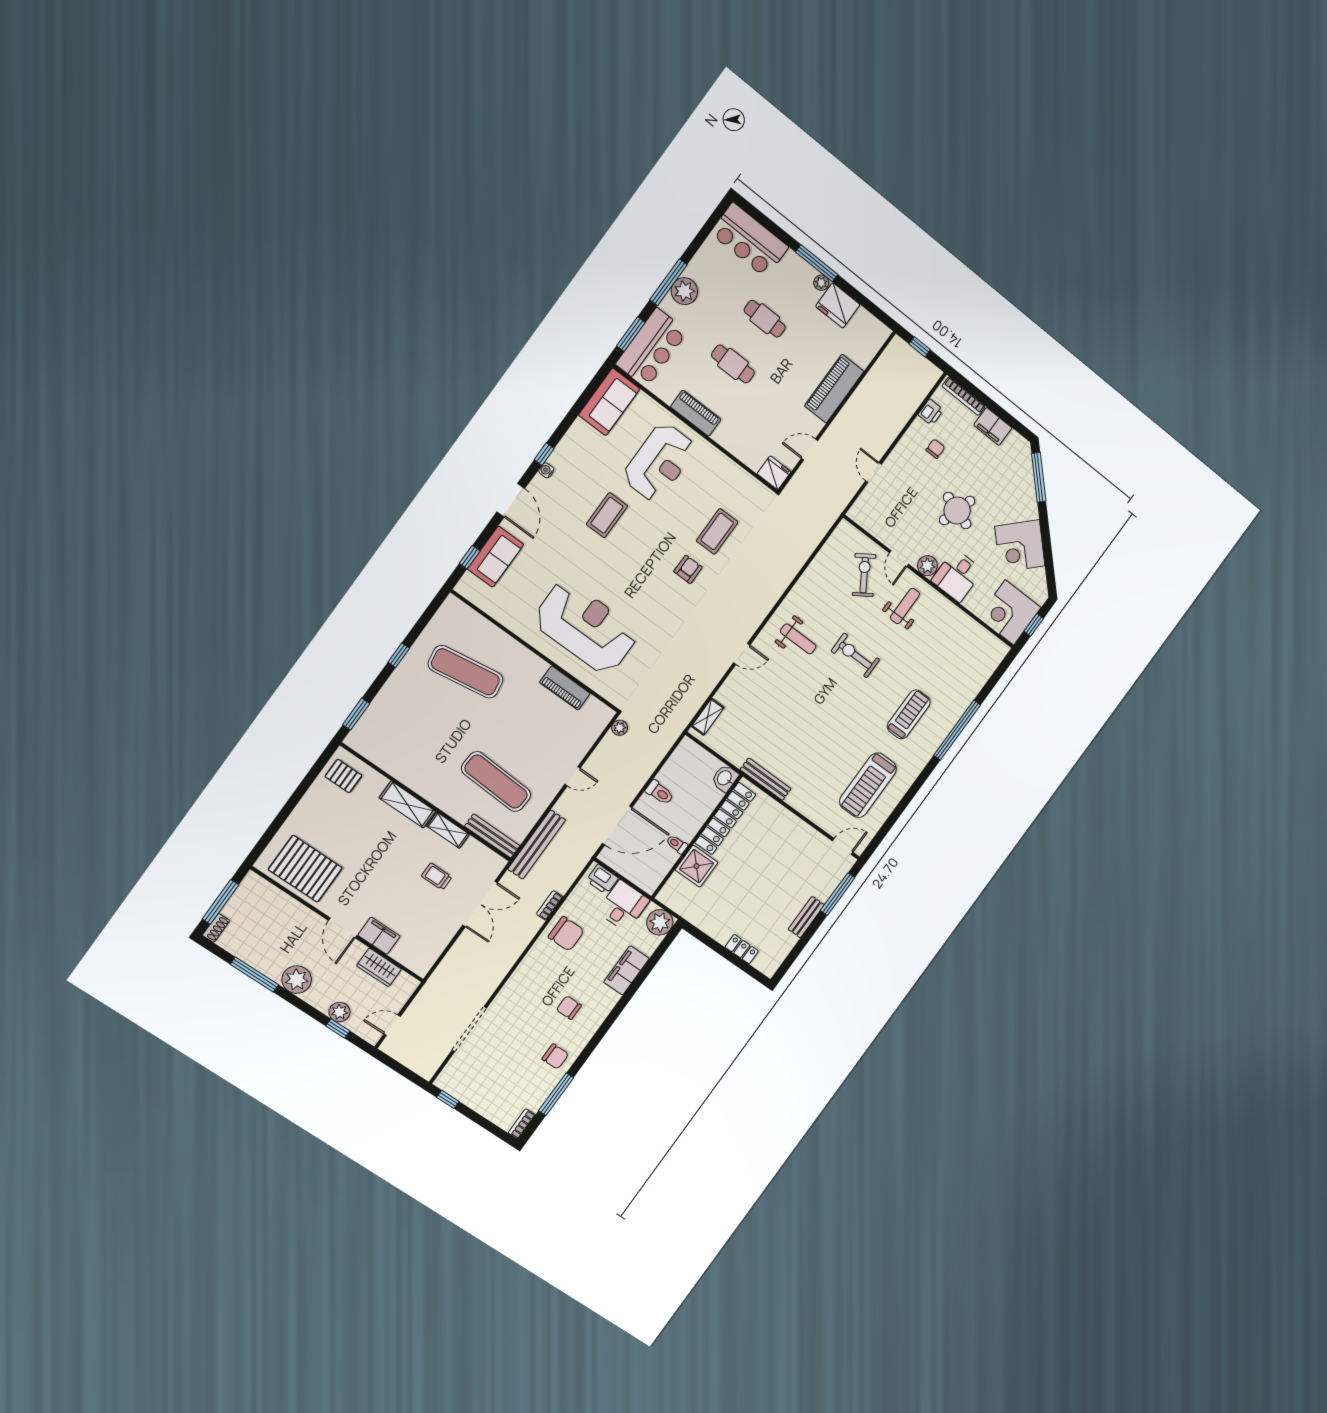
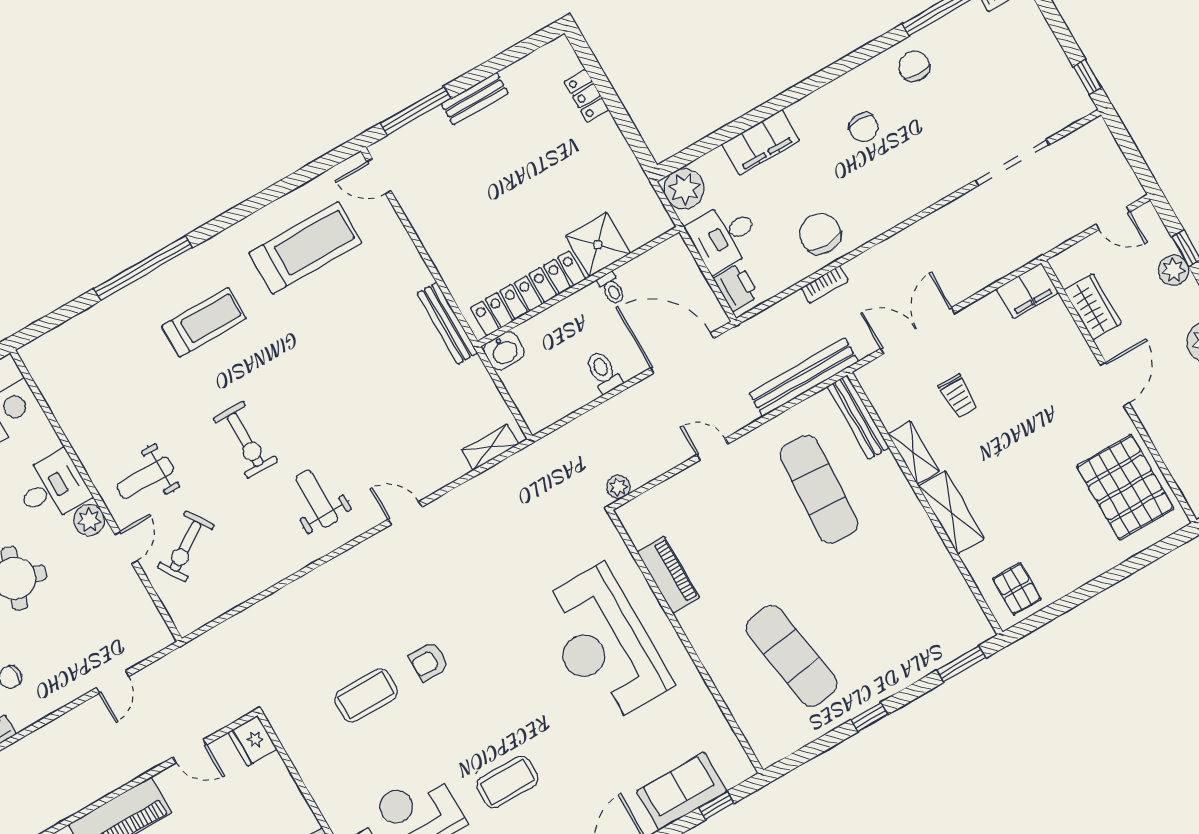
treadmill: (909, 714) -> (204, 322), turned 180
filing cabinet: (379, 936) -> (1027, 291), moved, turned -90

